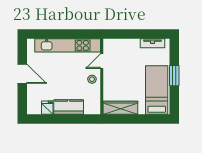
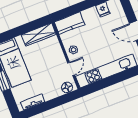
floor lamp: (113, 44) -> (67, 88), added
kitchen counter: (69, 107) -> (70, 23), moved

